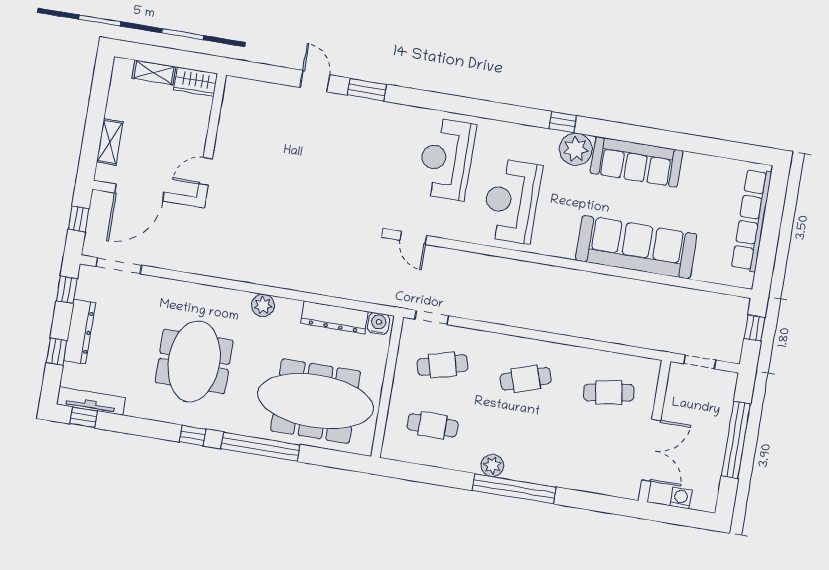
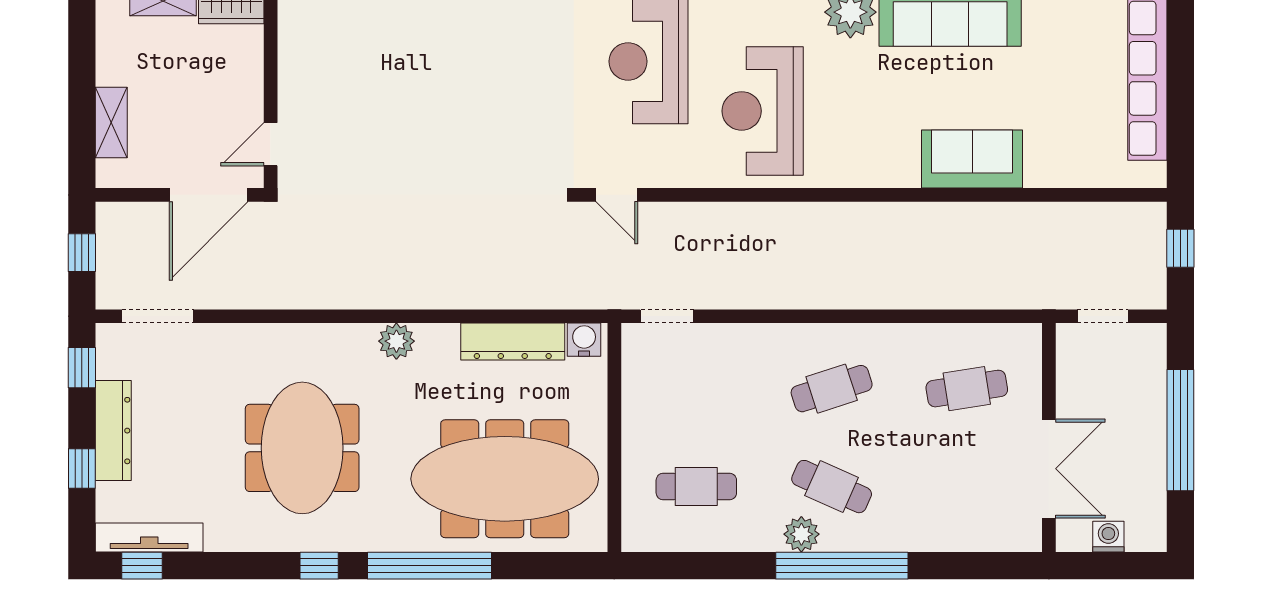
door: (139, 193) -> (209, 195), moved
sofa: (636, 247) -> (972, 159), width x0.54, depth x0.79
cafe table: (443, 365) -> (832, 487), moved, turned 39

